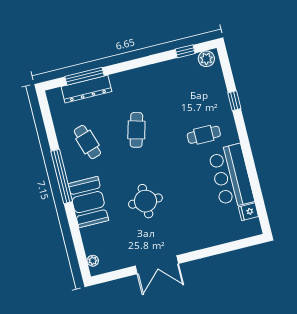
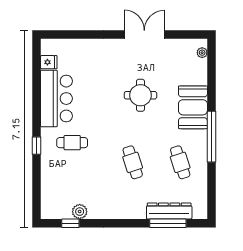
plant: (206, 59) -> (80, 212), moved
window: (234, 101) -> (37, 146), moved
cafe table: (136, 130) -> (133, 162), turned -33

